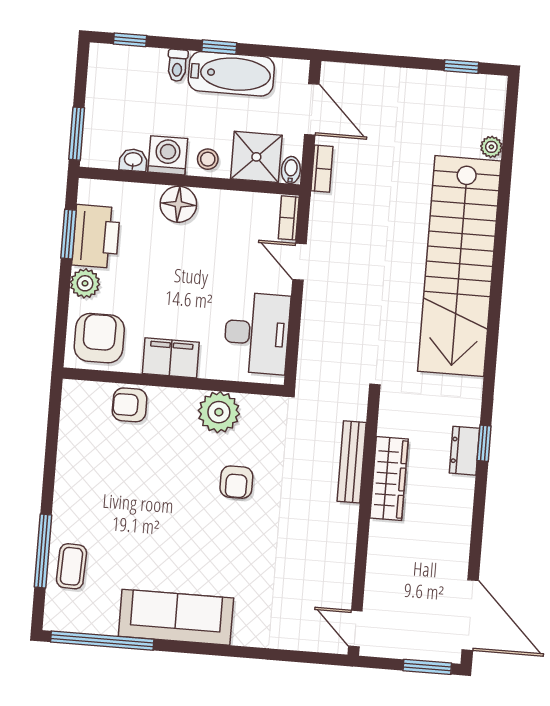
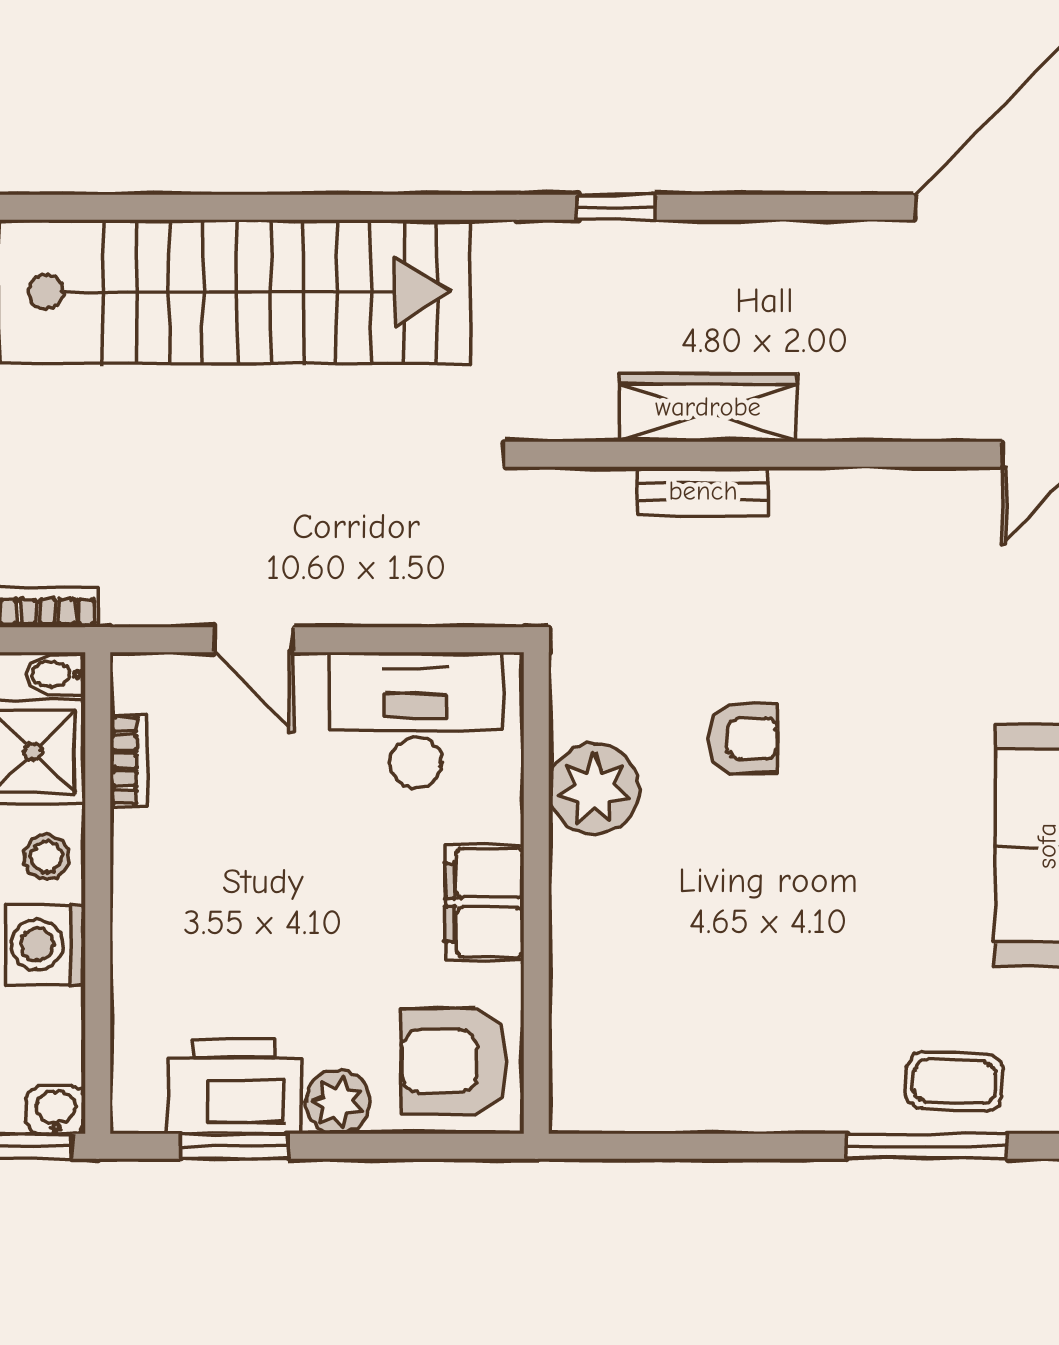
washbasin: (133, 160) -> (56, 1110), moved, turned 90
floor lamp: (178, 204) -> (150, 913), removed
bookcase: (289, 218) -> (129, 761), moved, turned -90
door: (300, 262) -> (253, 640), hinge flipped
armchair: (130, 405) -> (594, 984), removed
dresser: (464, 451) -> (635, 249), removed
bench: (352, 462) -> (703, 491), width x0.73

